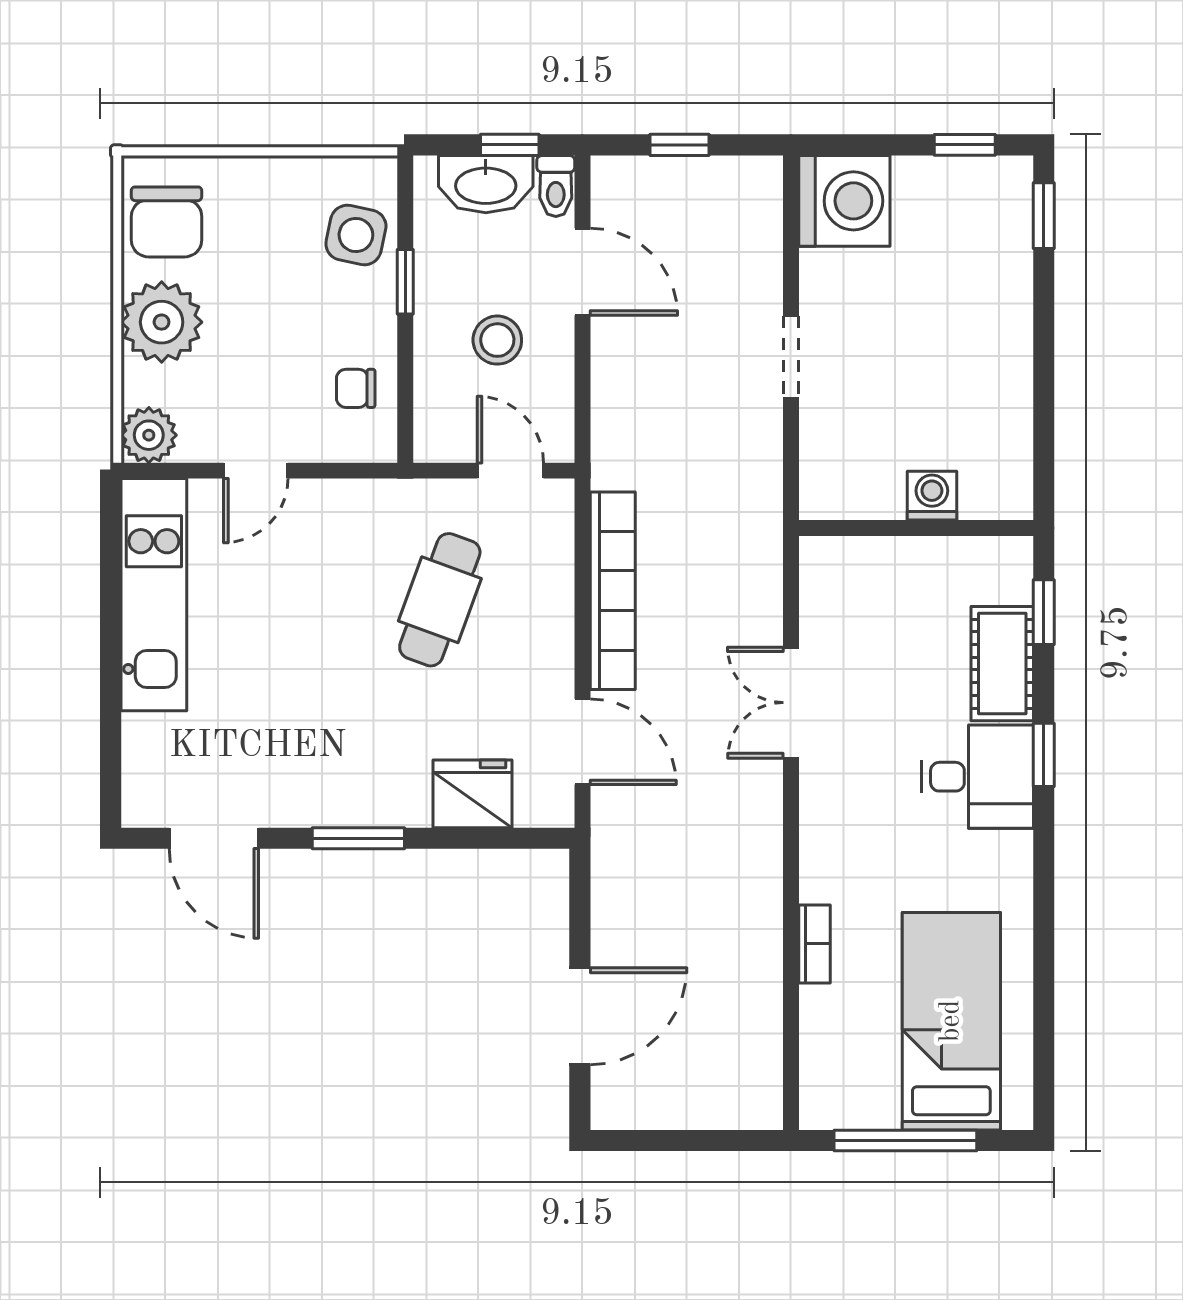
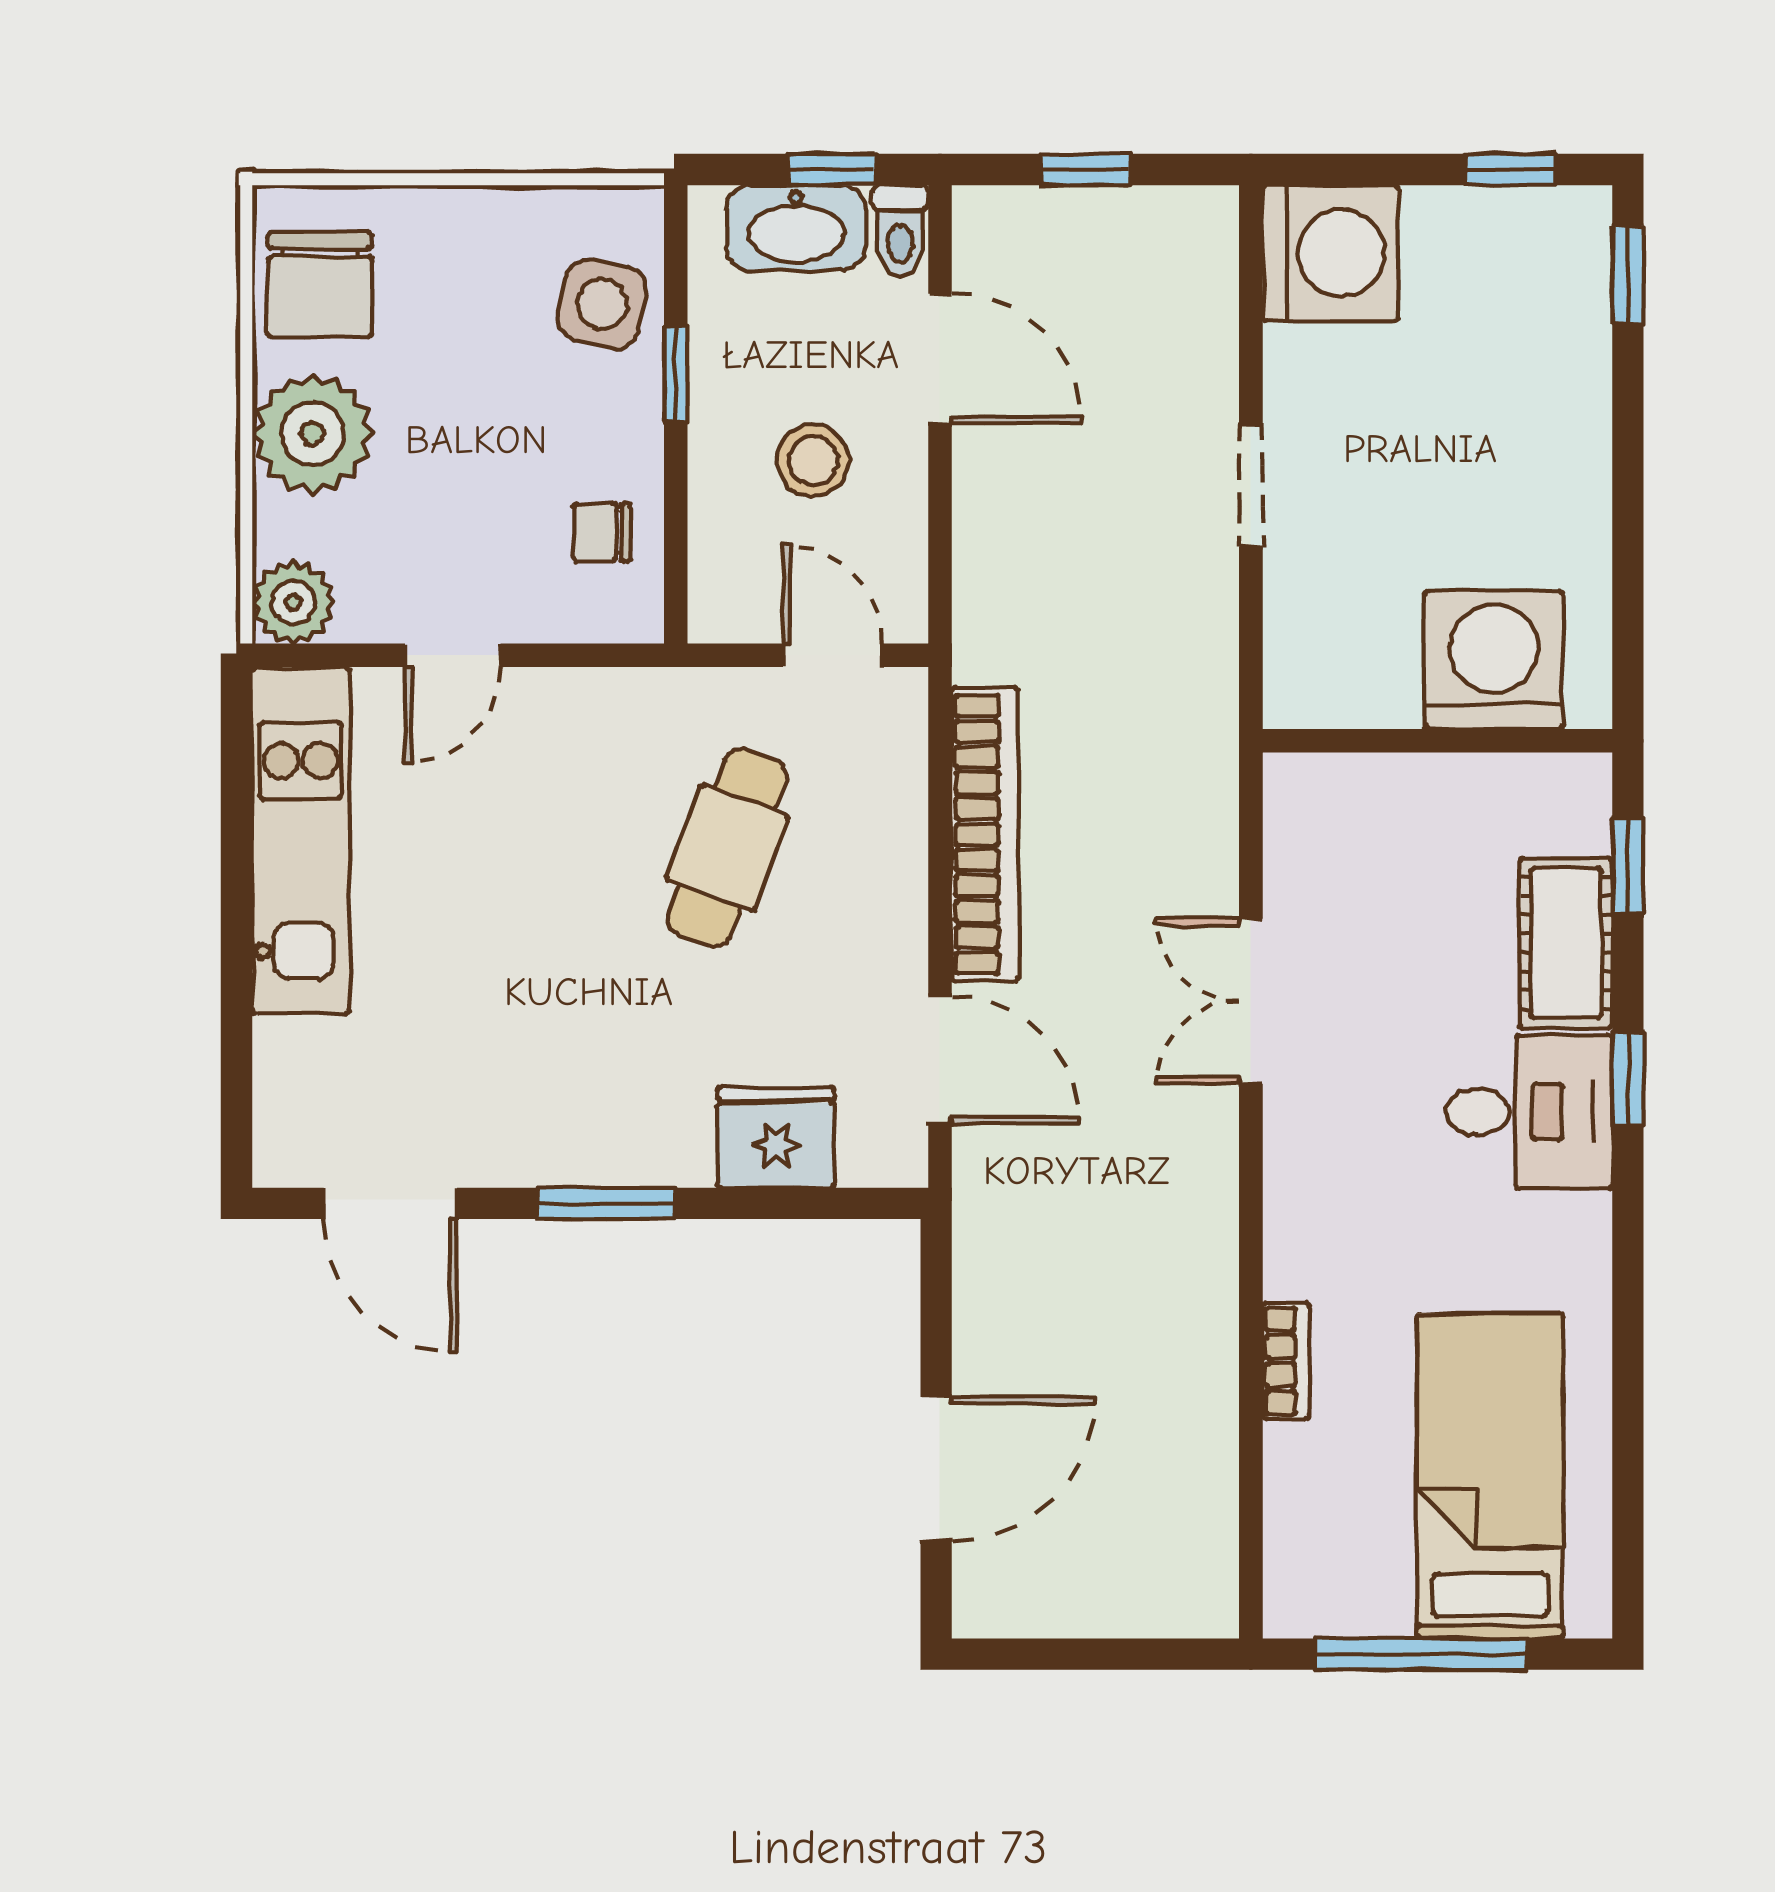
washing machine: (932, 496) -> (1494, 660), width x1.89, depth x1.89

